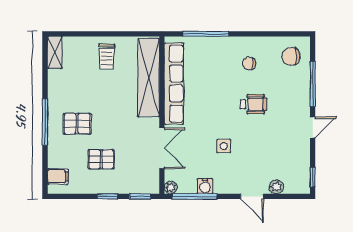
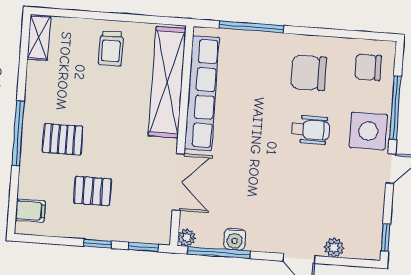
chair: (249, 64) -> (309, 73), width x1.87, depth x1.87
side table: (224, 146) -> (368, 131), moved, width x1.87, depth x1.87

